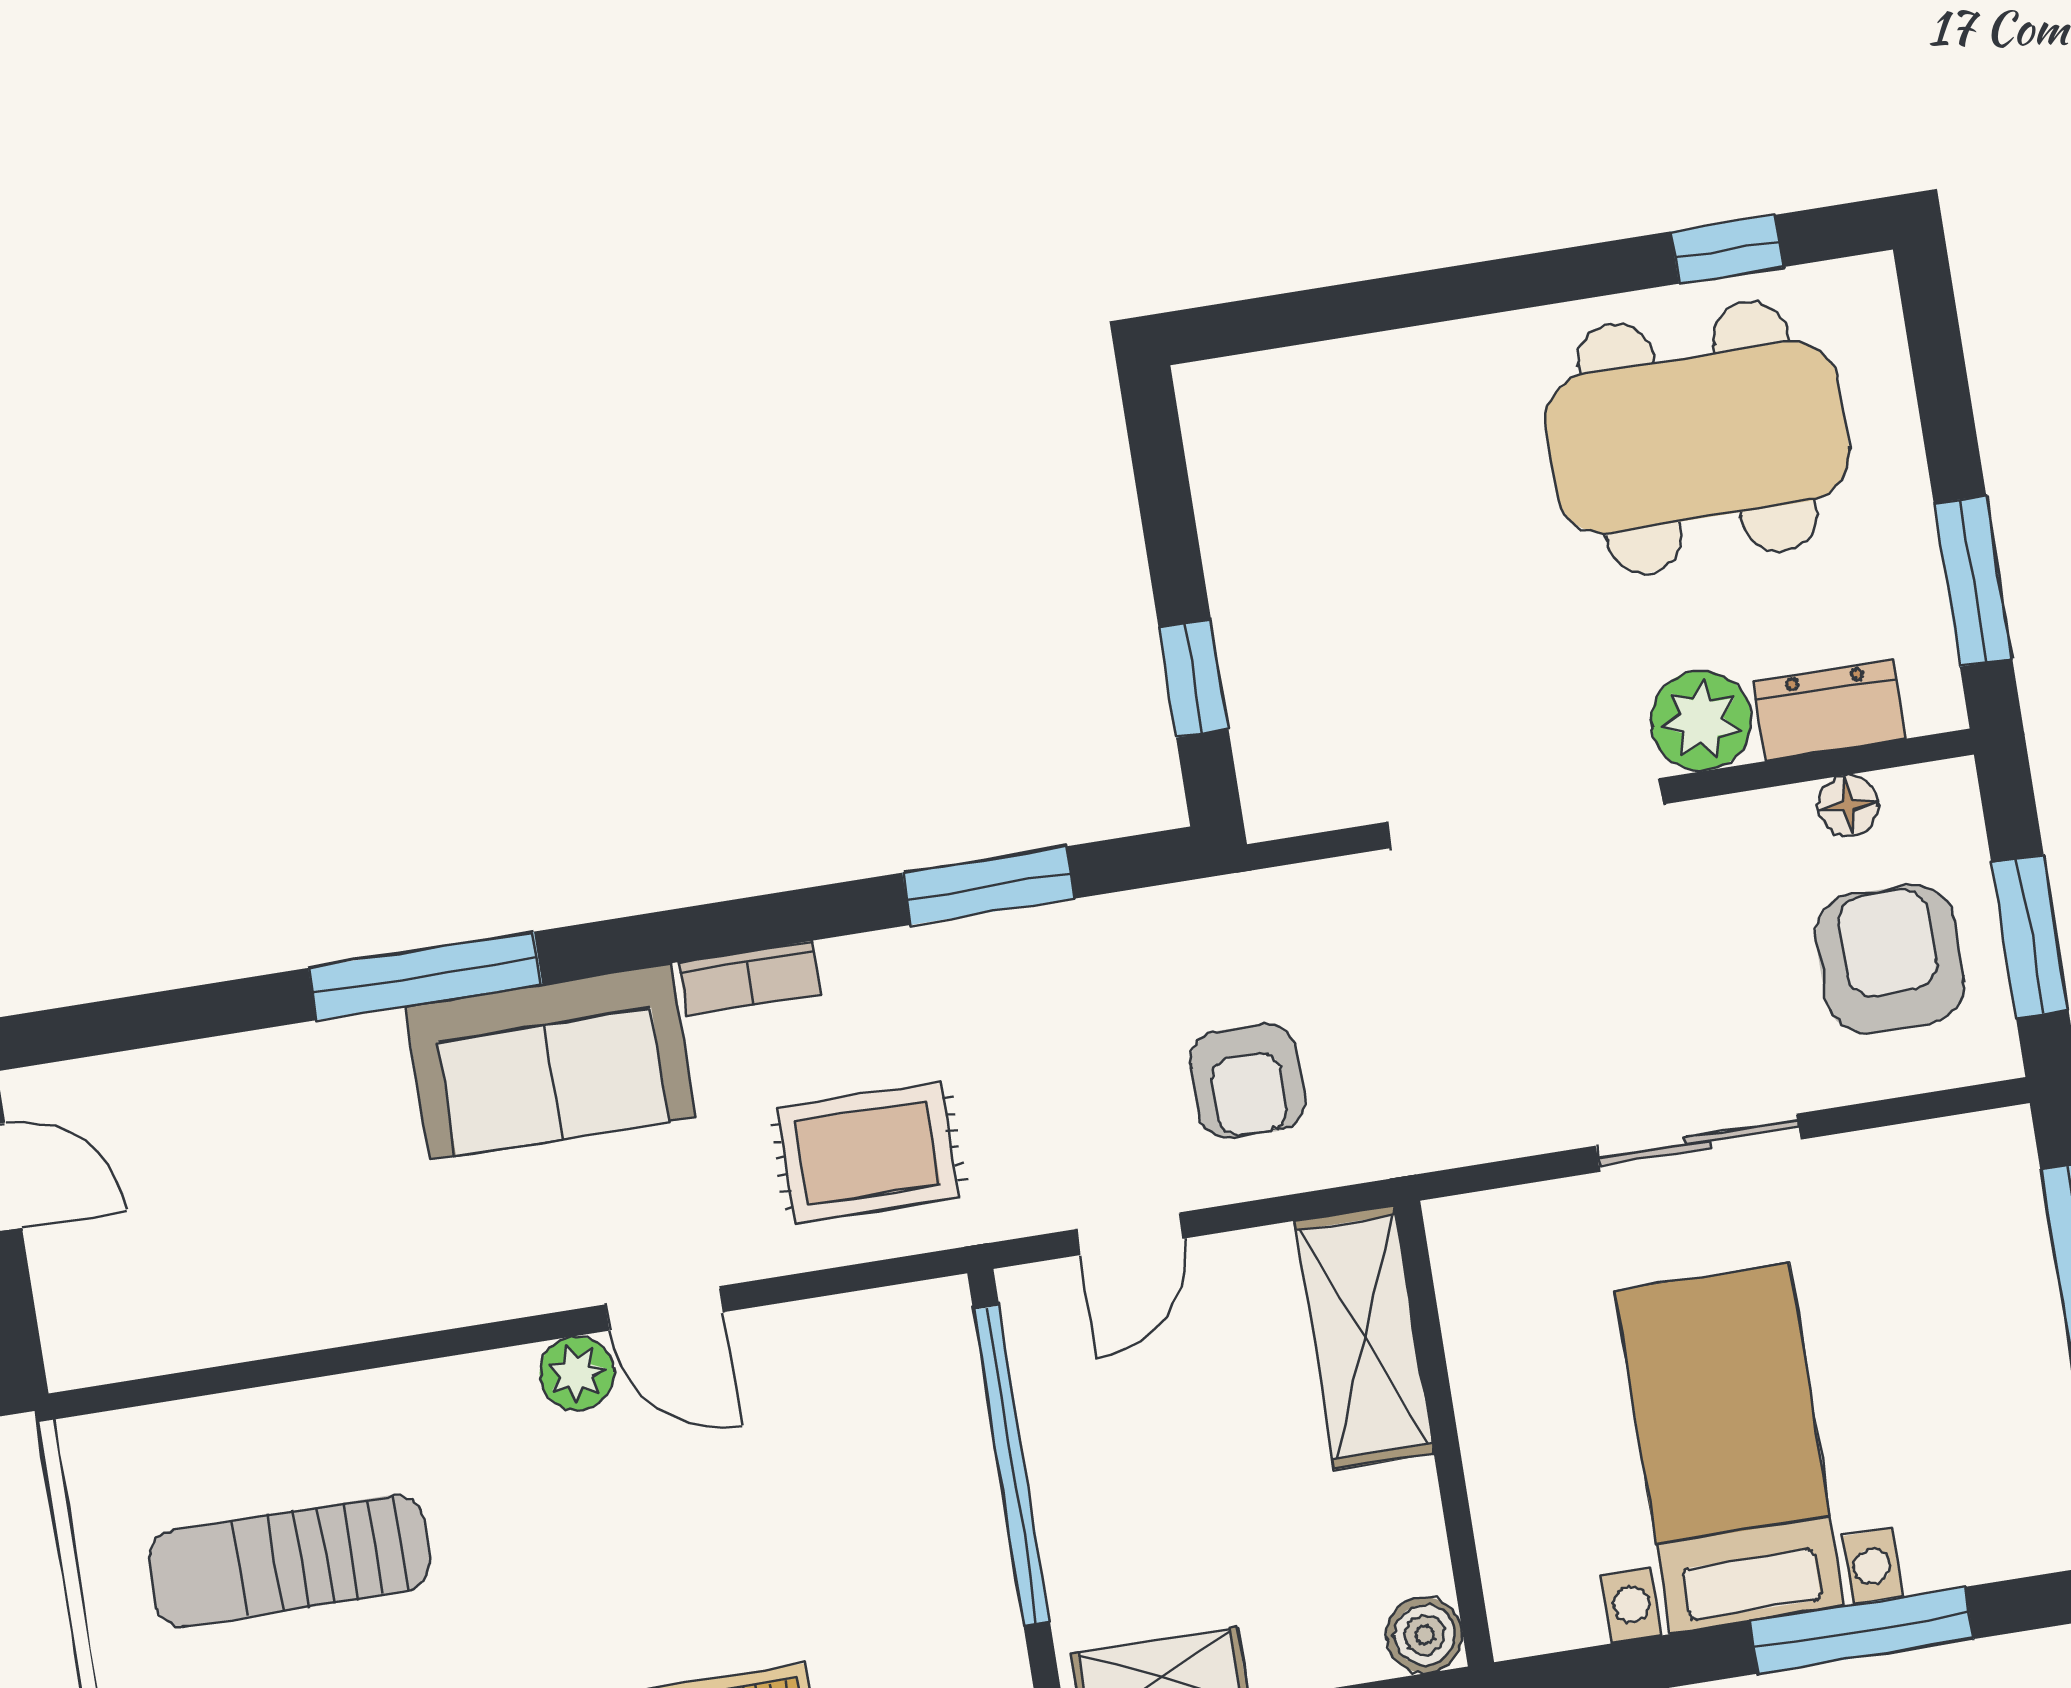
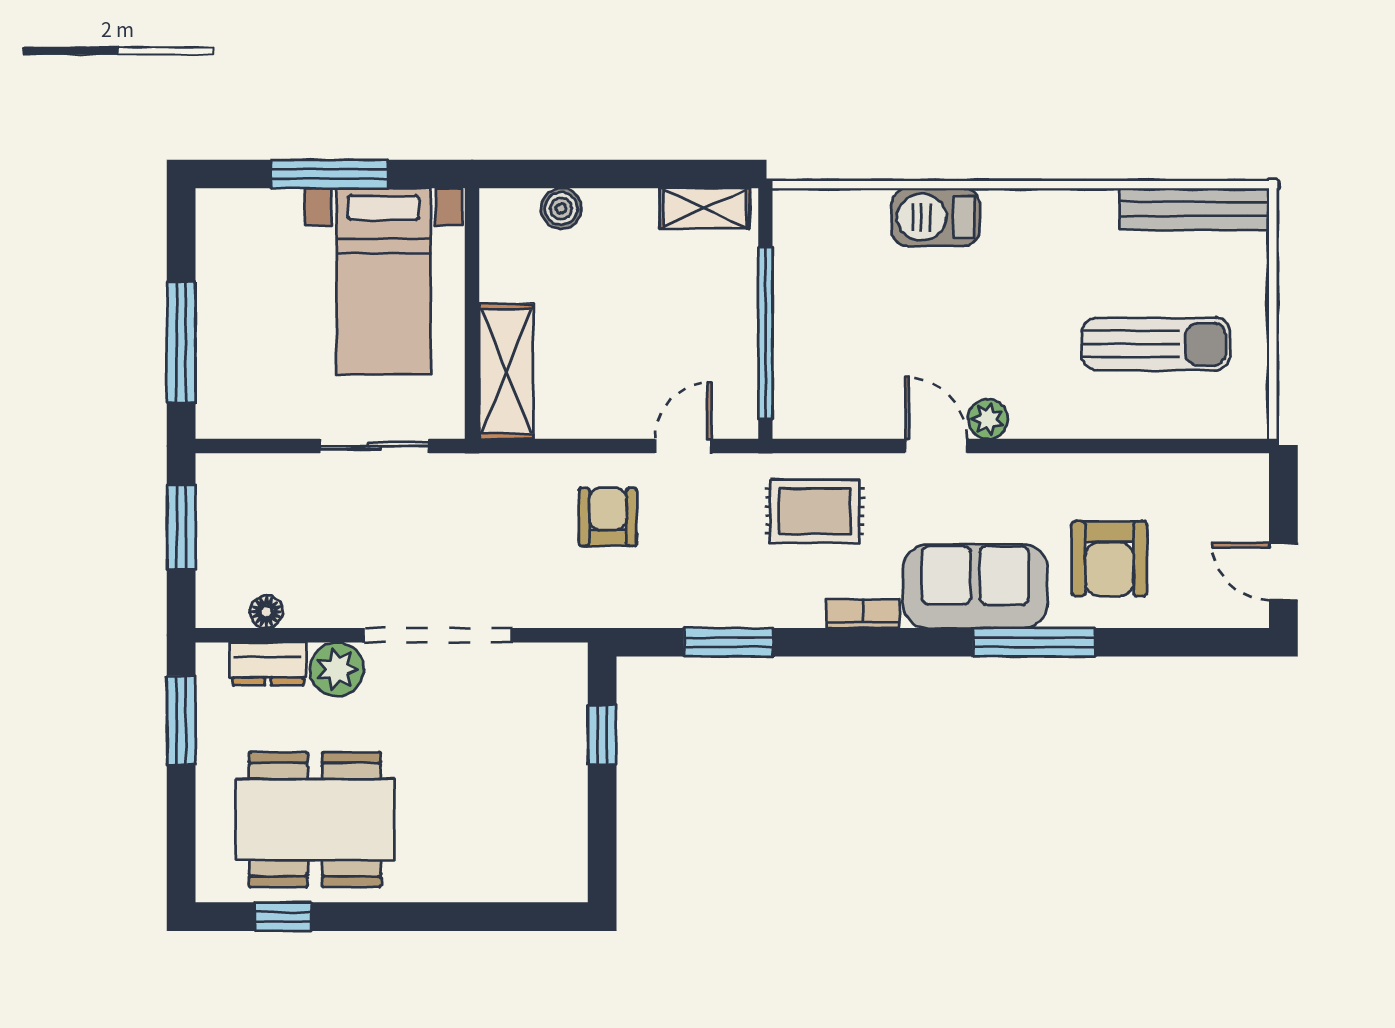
armchair: (1890, 959) -> (1109, 559), moved
shelving: (1364, 1337) -> (506, 371), moved
wall: (1444, 1434) -> (472, 314), moved

